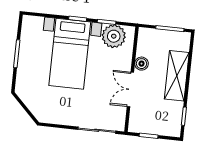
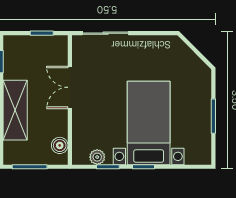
plant: (114, 36) -> (97, 157), width x0.53, depth x0.53
boiler: (141, 64) -> (60, 145), moved
double door: (130, 89) -> (70, 87), swing flipped

